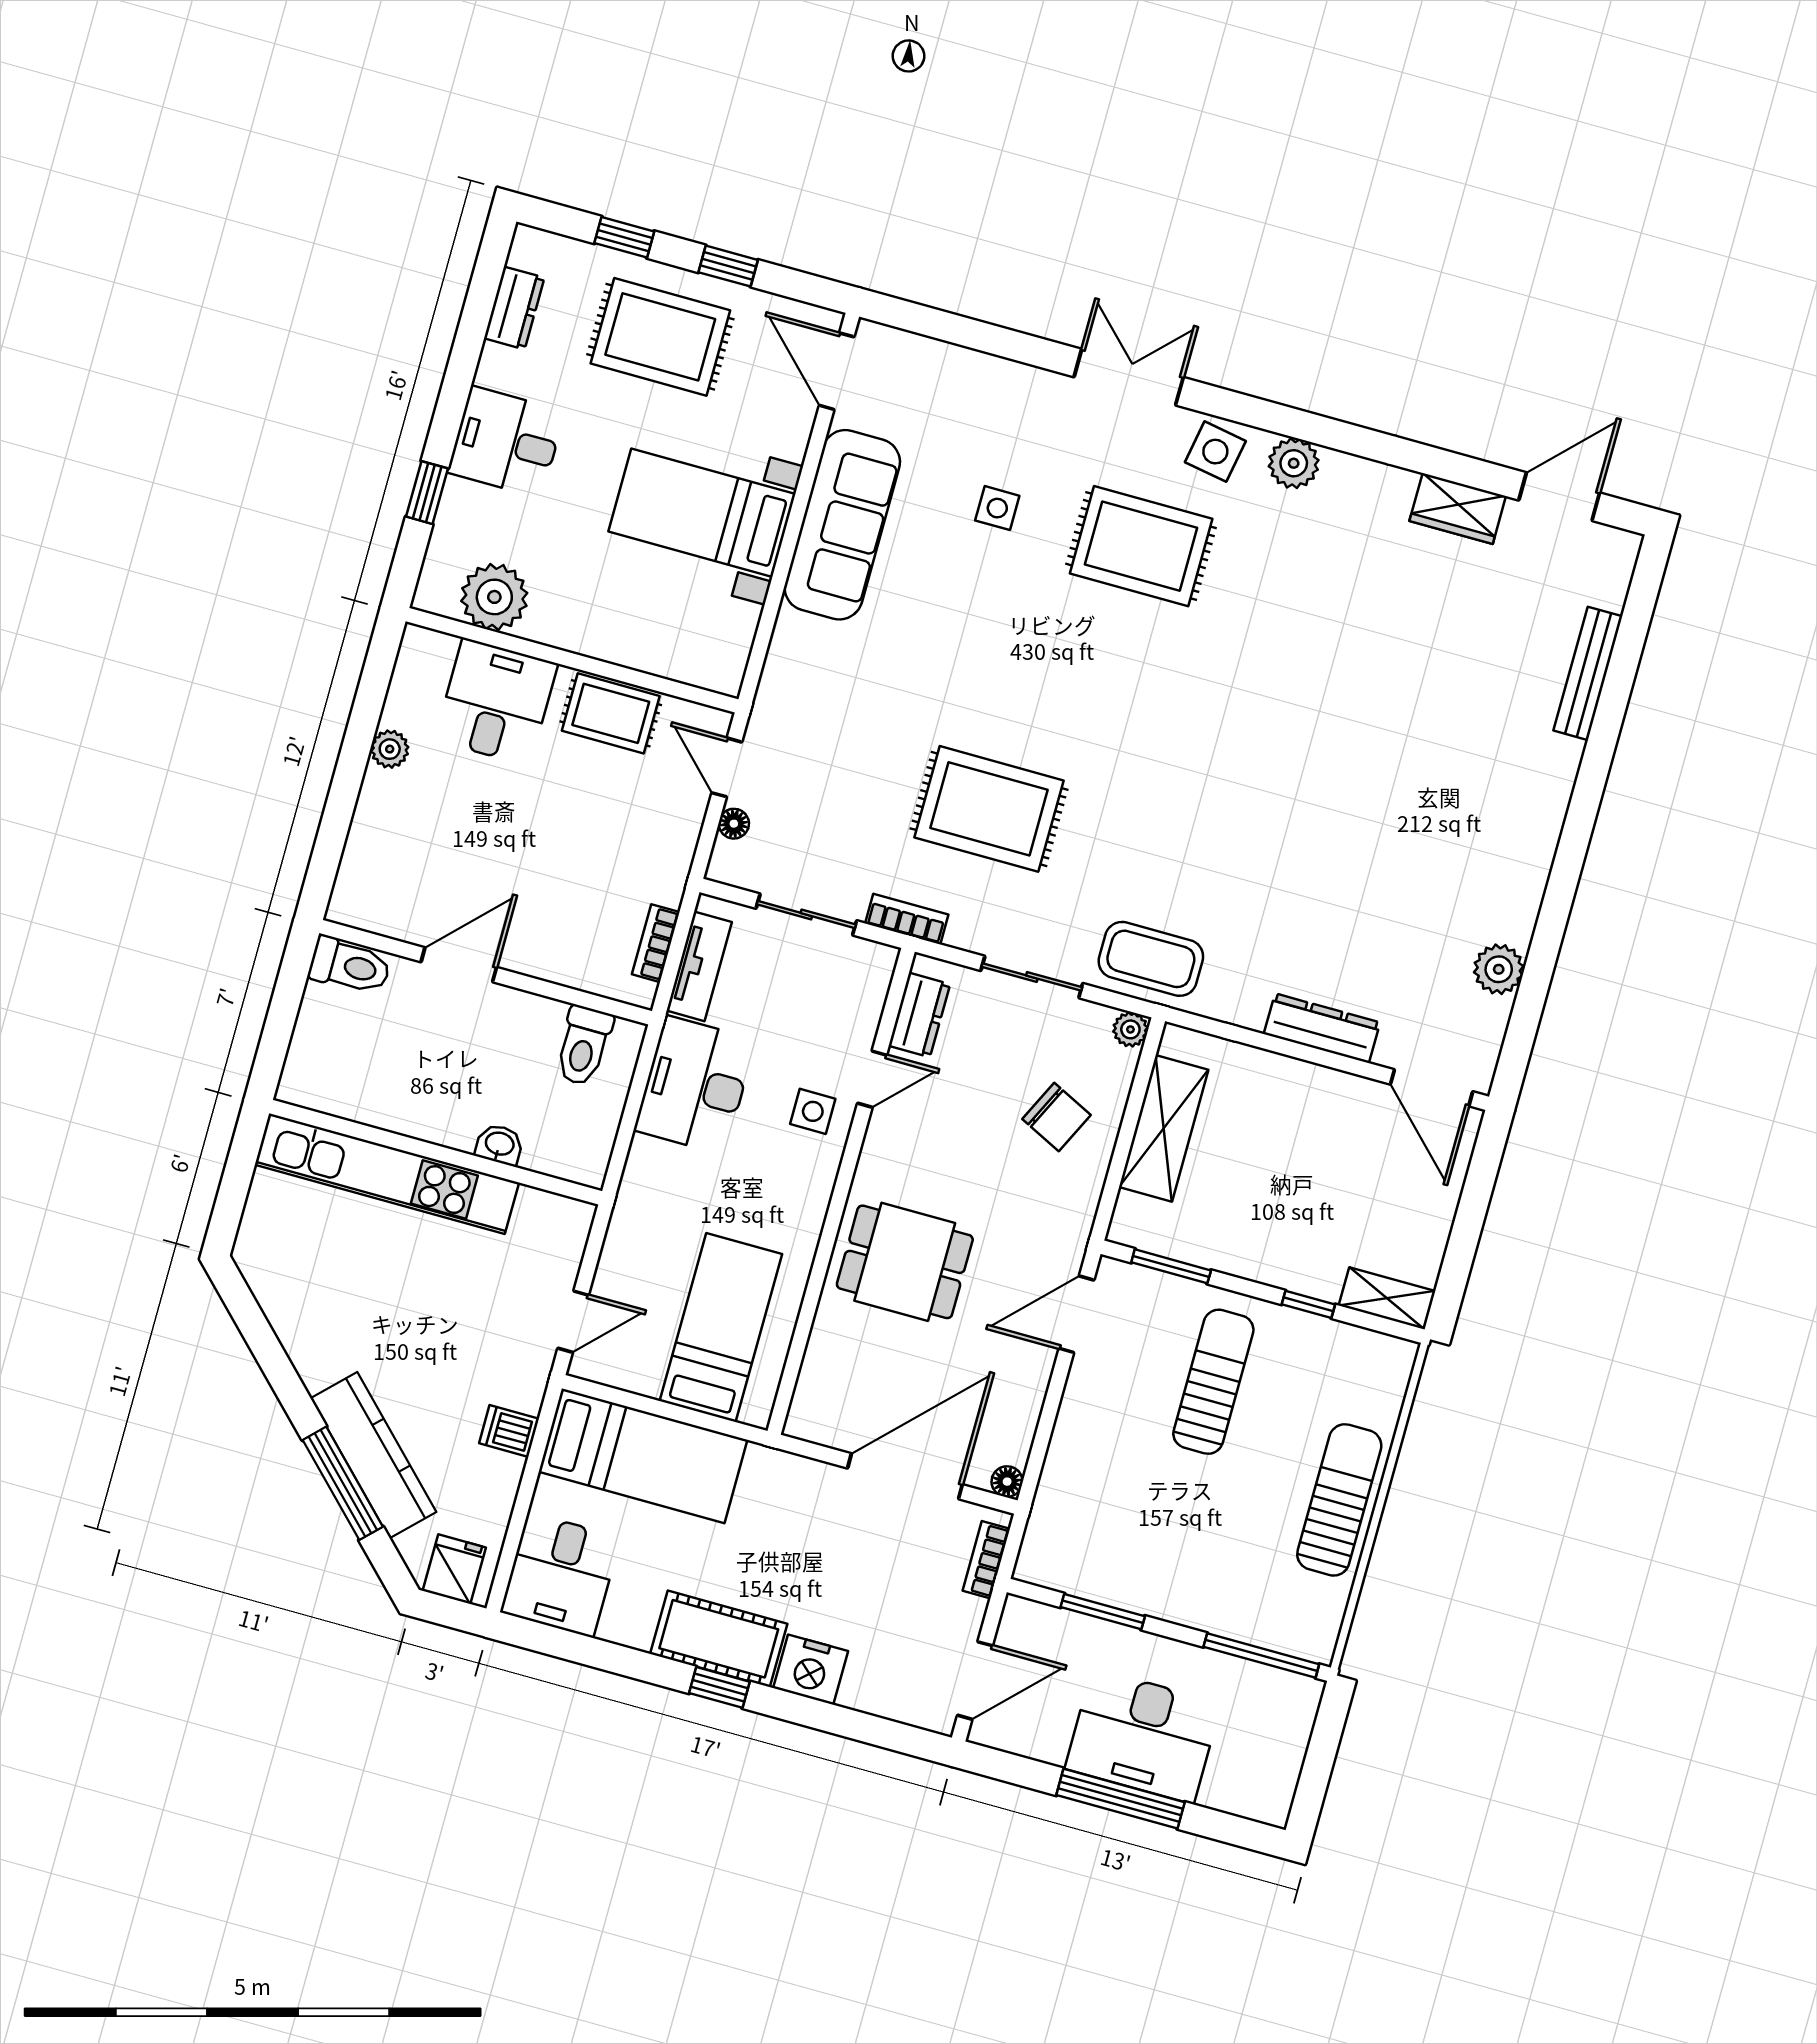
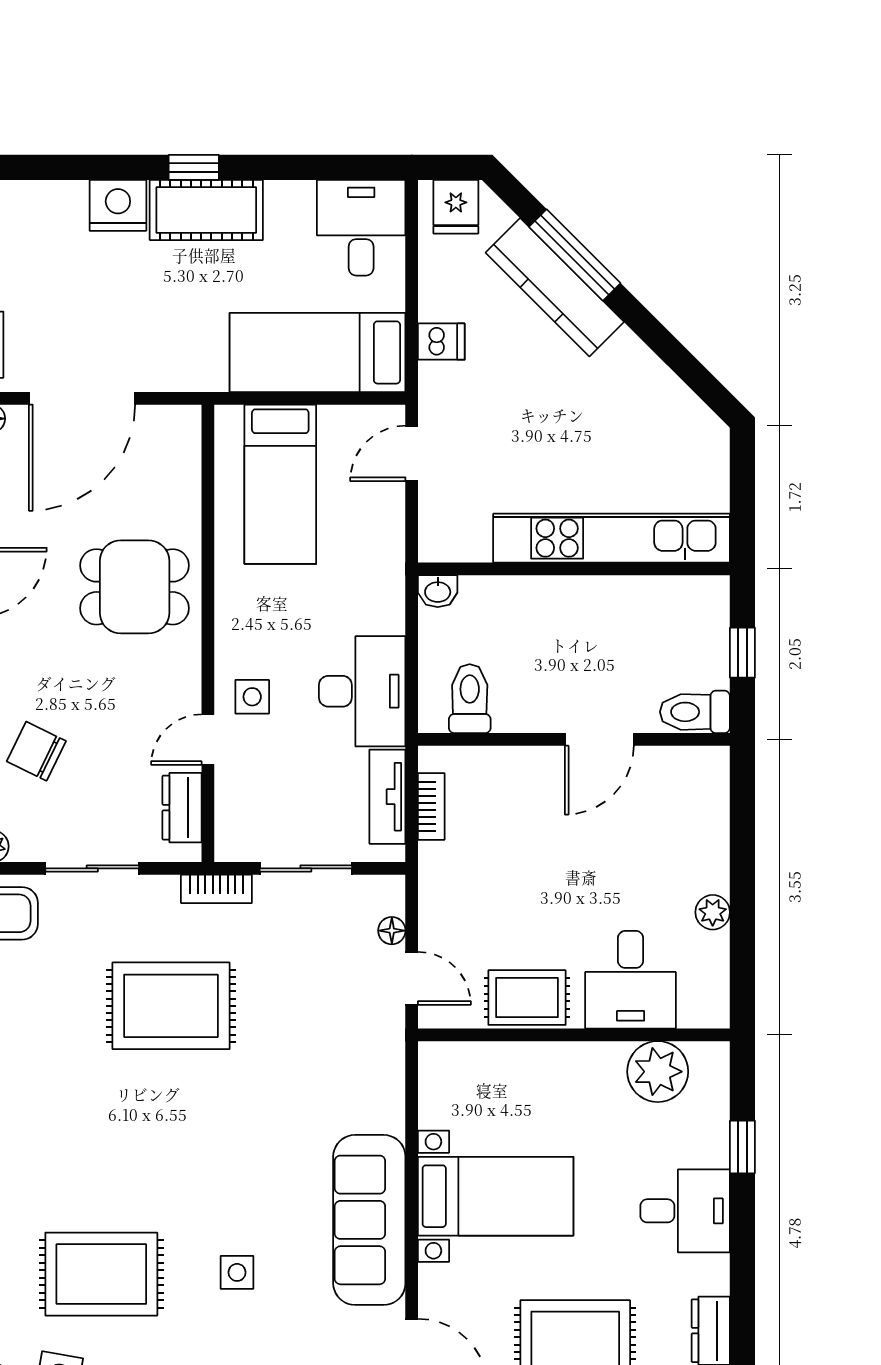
window: (282, 1014) -> (742, 653), added
washbasin: (499, 1145) -> (438, 591), moved

